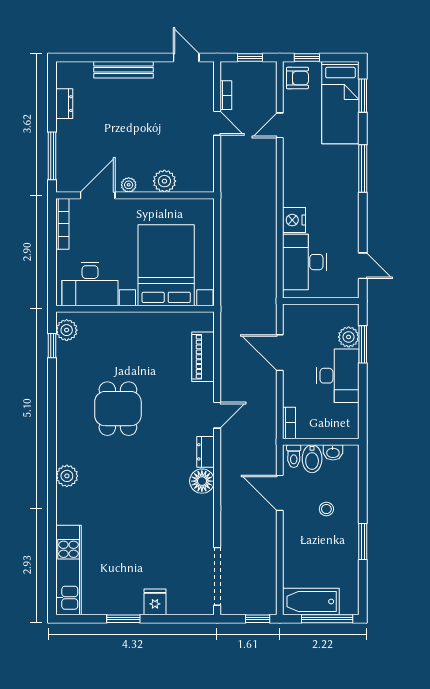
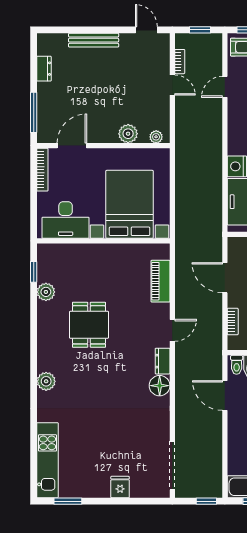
plant: (129, 185) -> (156, 137), moved
plant: (67, 330) -> (46, 292), moved
bookcase: (289, 423) -> (233, 322), moved
window: (123, 619) -> (68, 501), moved

